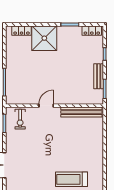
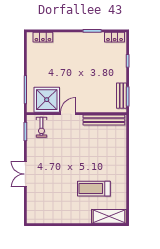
shower: (44, 38) -> (47, 100), moved
bench: (99, 76) -> (122, 96), moved

